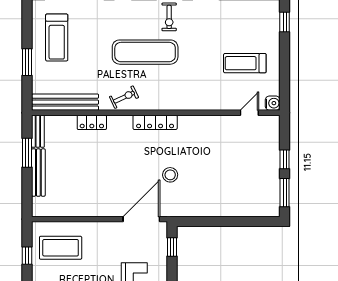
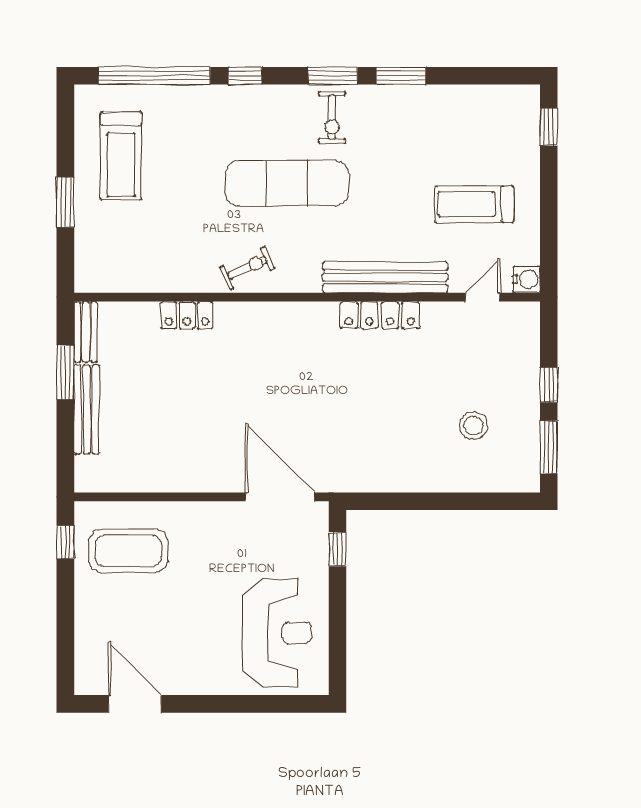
bench: (65, 102) -> (385, 277), moved
locker: (155, 122) -> (380, 315), moved
stool: (170, 175) -> (473, 426), moved
door: (141, 219) -> (280, 497), hinge flipped
window: (27, 256) -> (65, 542), moved

